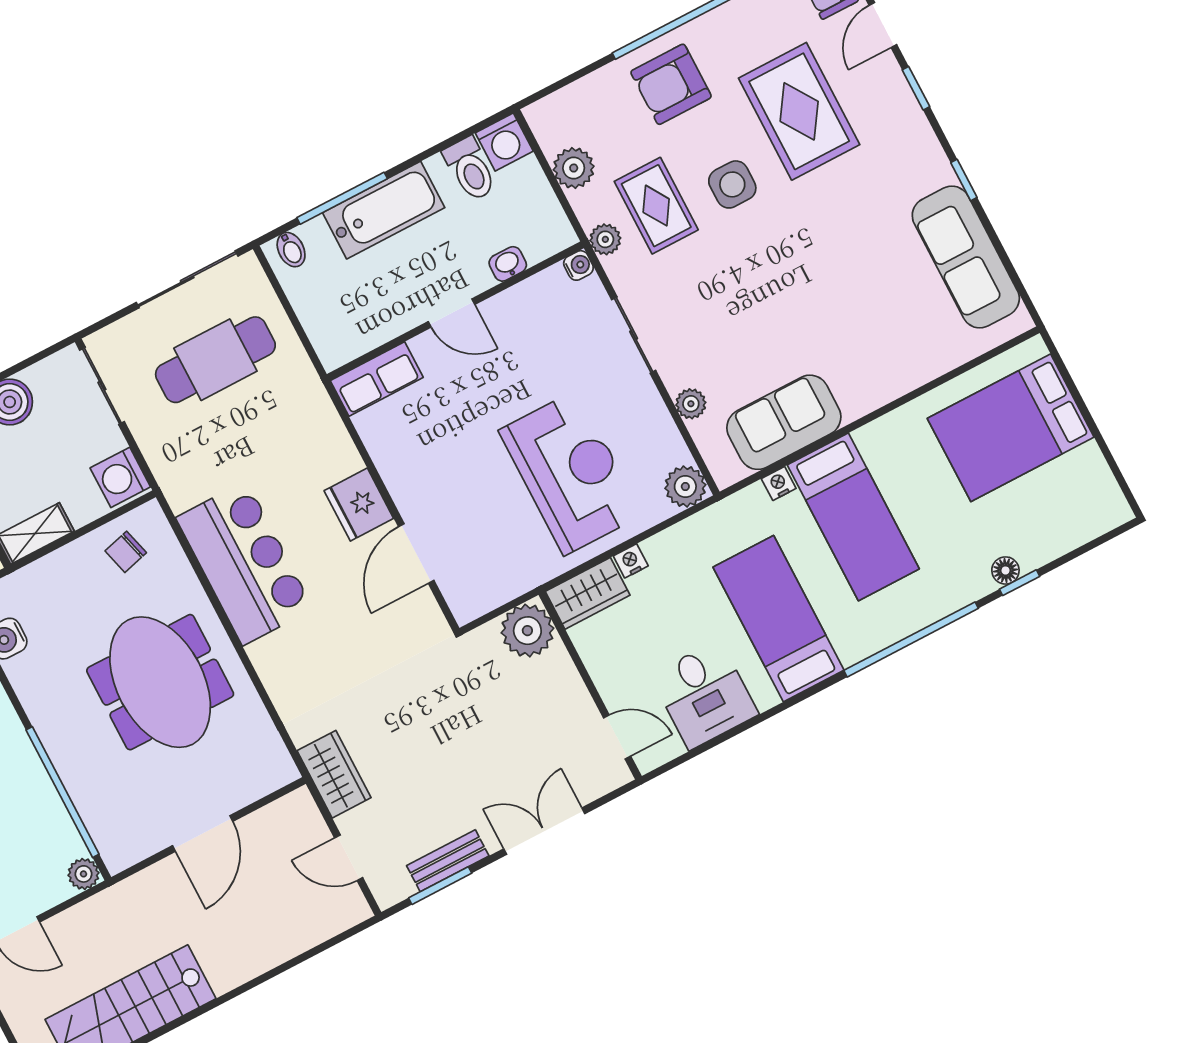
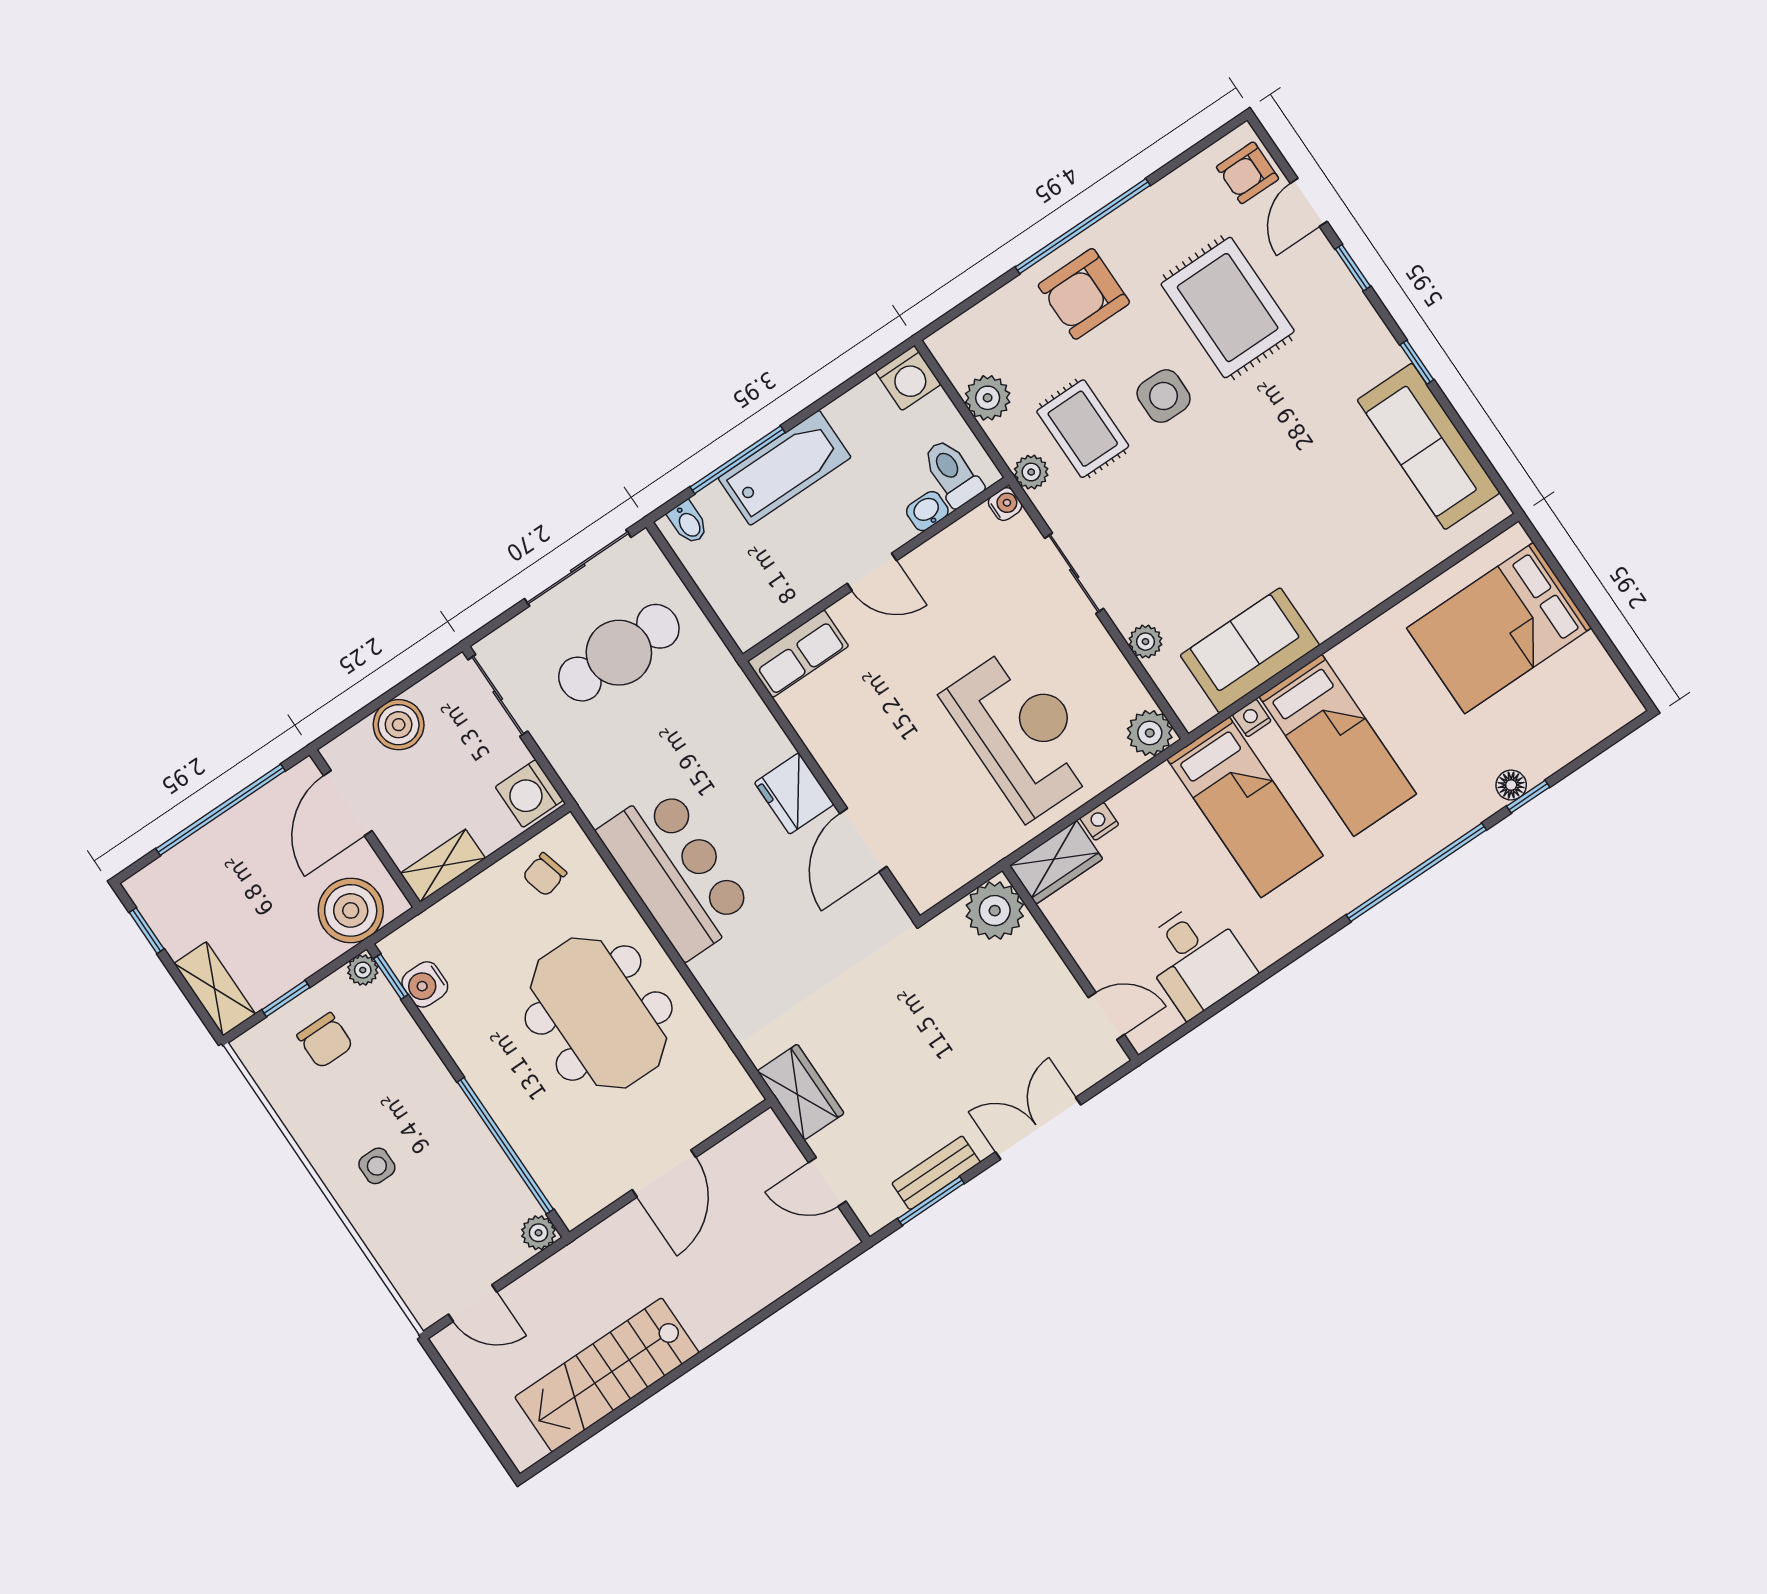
toilet: (470, 169) -> (952, 473), moved, turned 180
bed: (778, 619) -> (1245, 807), moved, turned 180

